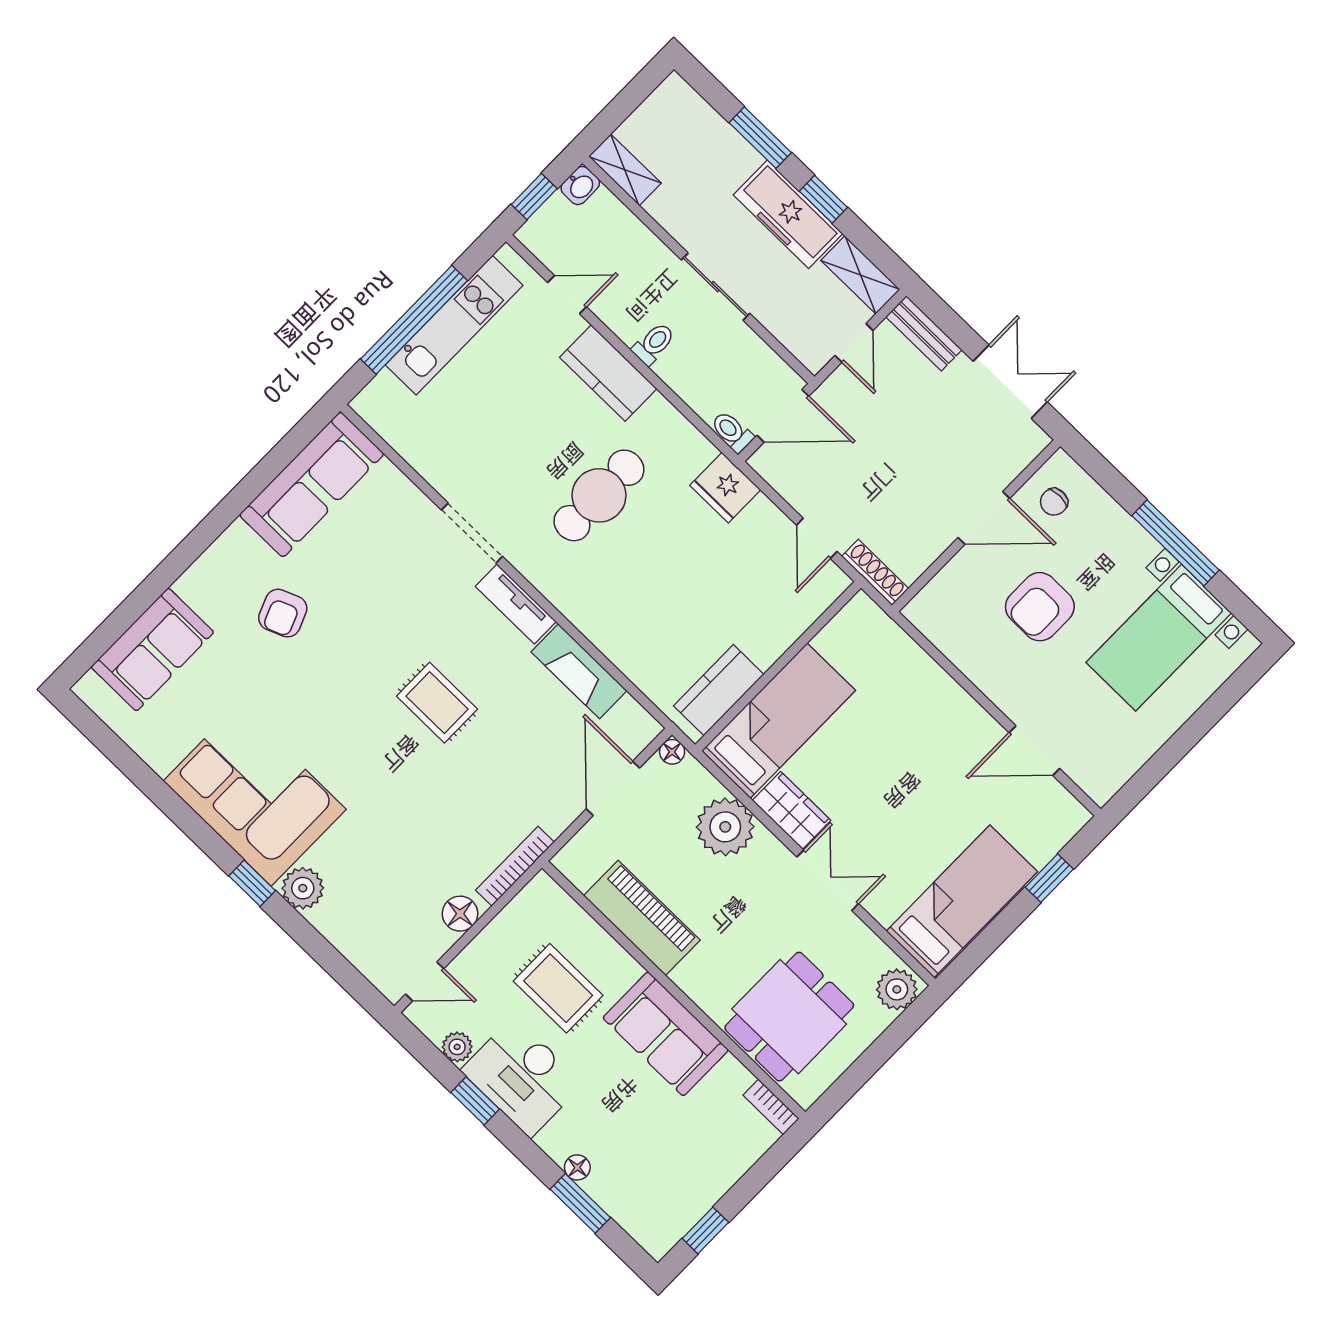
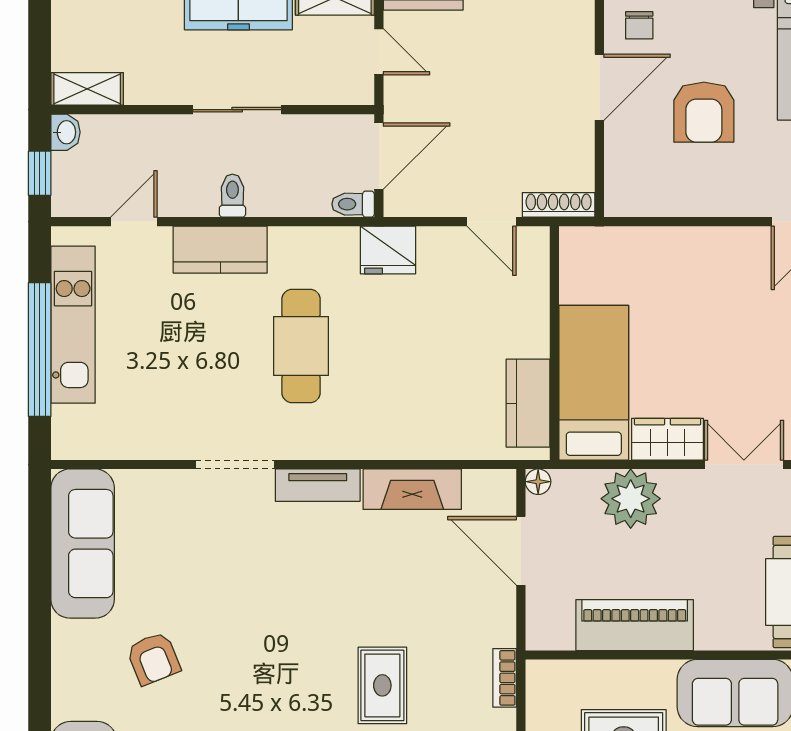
rug: (437, 703) -> (382, 685), moved, turned 90
bookcase: (515, 866) -> (505, 678), width x0.64

